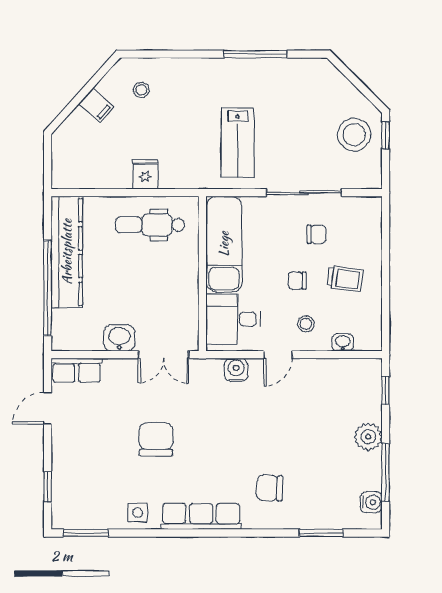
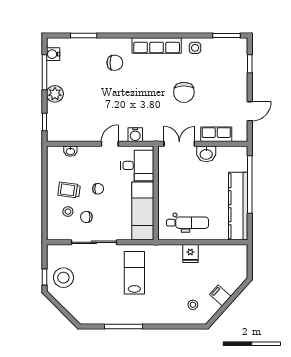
stool: (306, 324) -> (68, 212), moved
row of seats: (76, 370) -> (216, 134), moved

